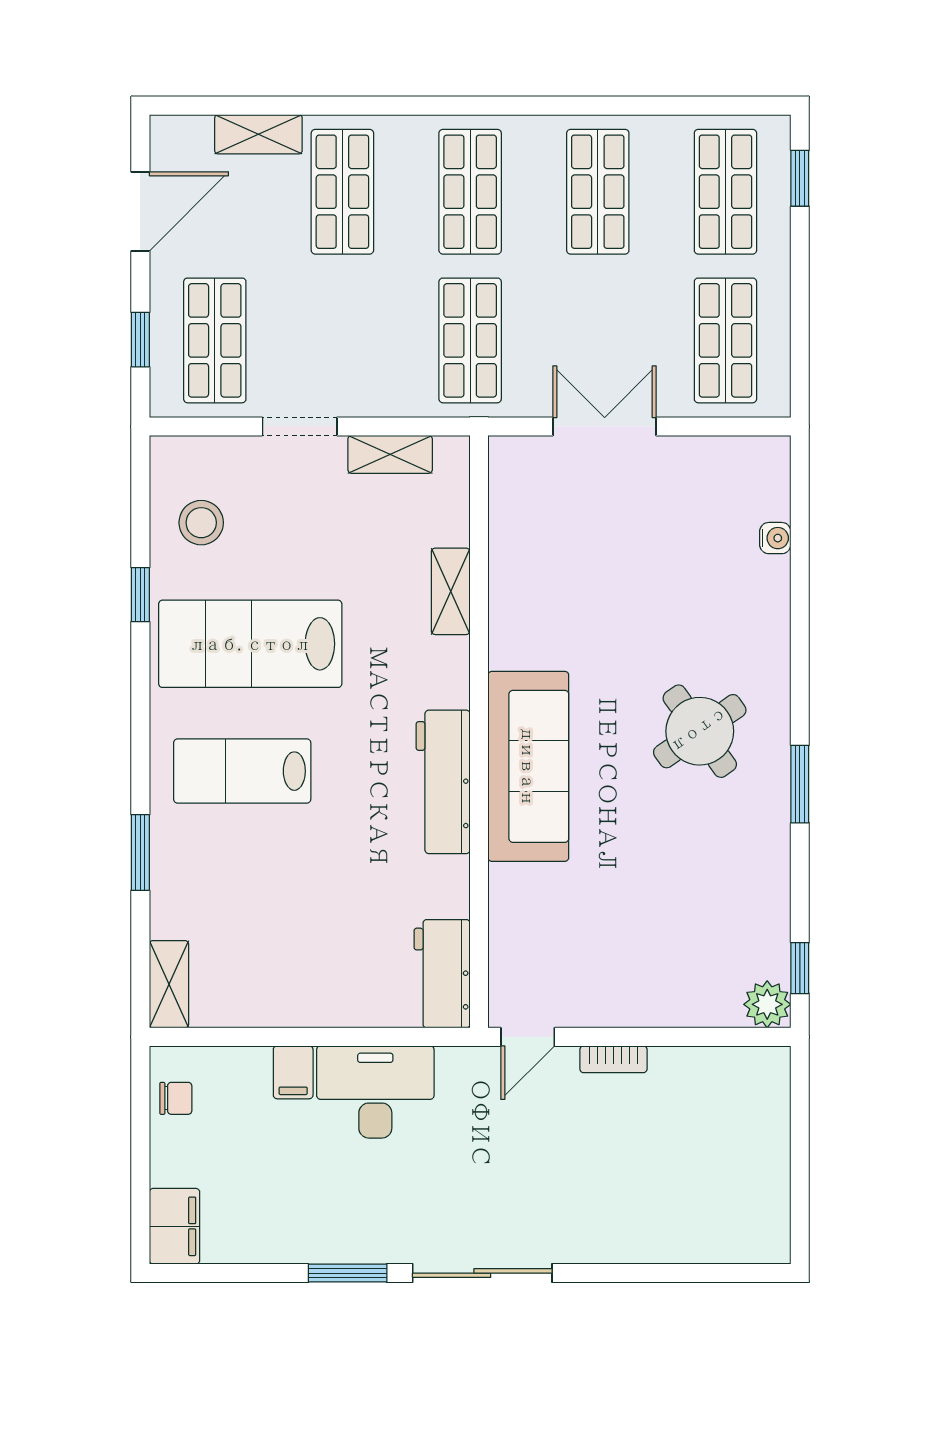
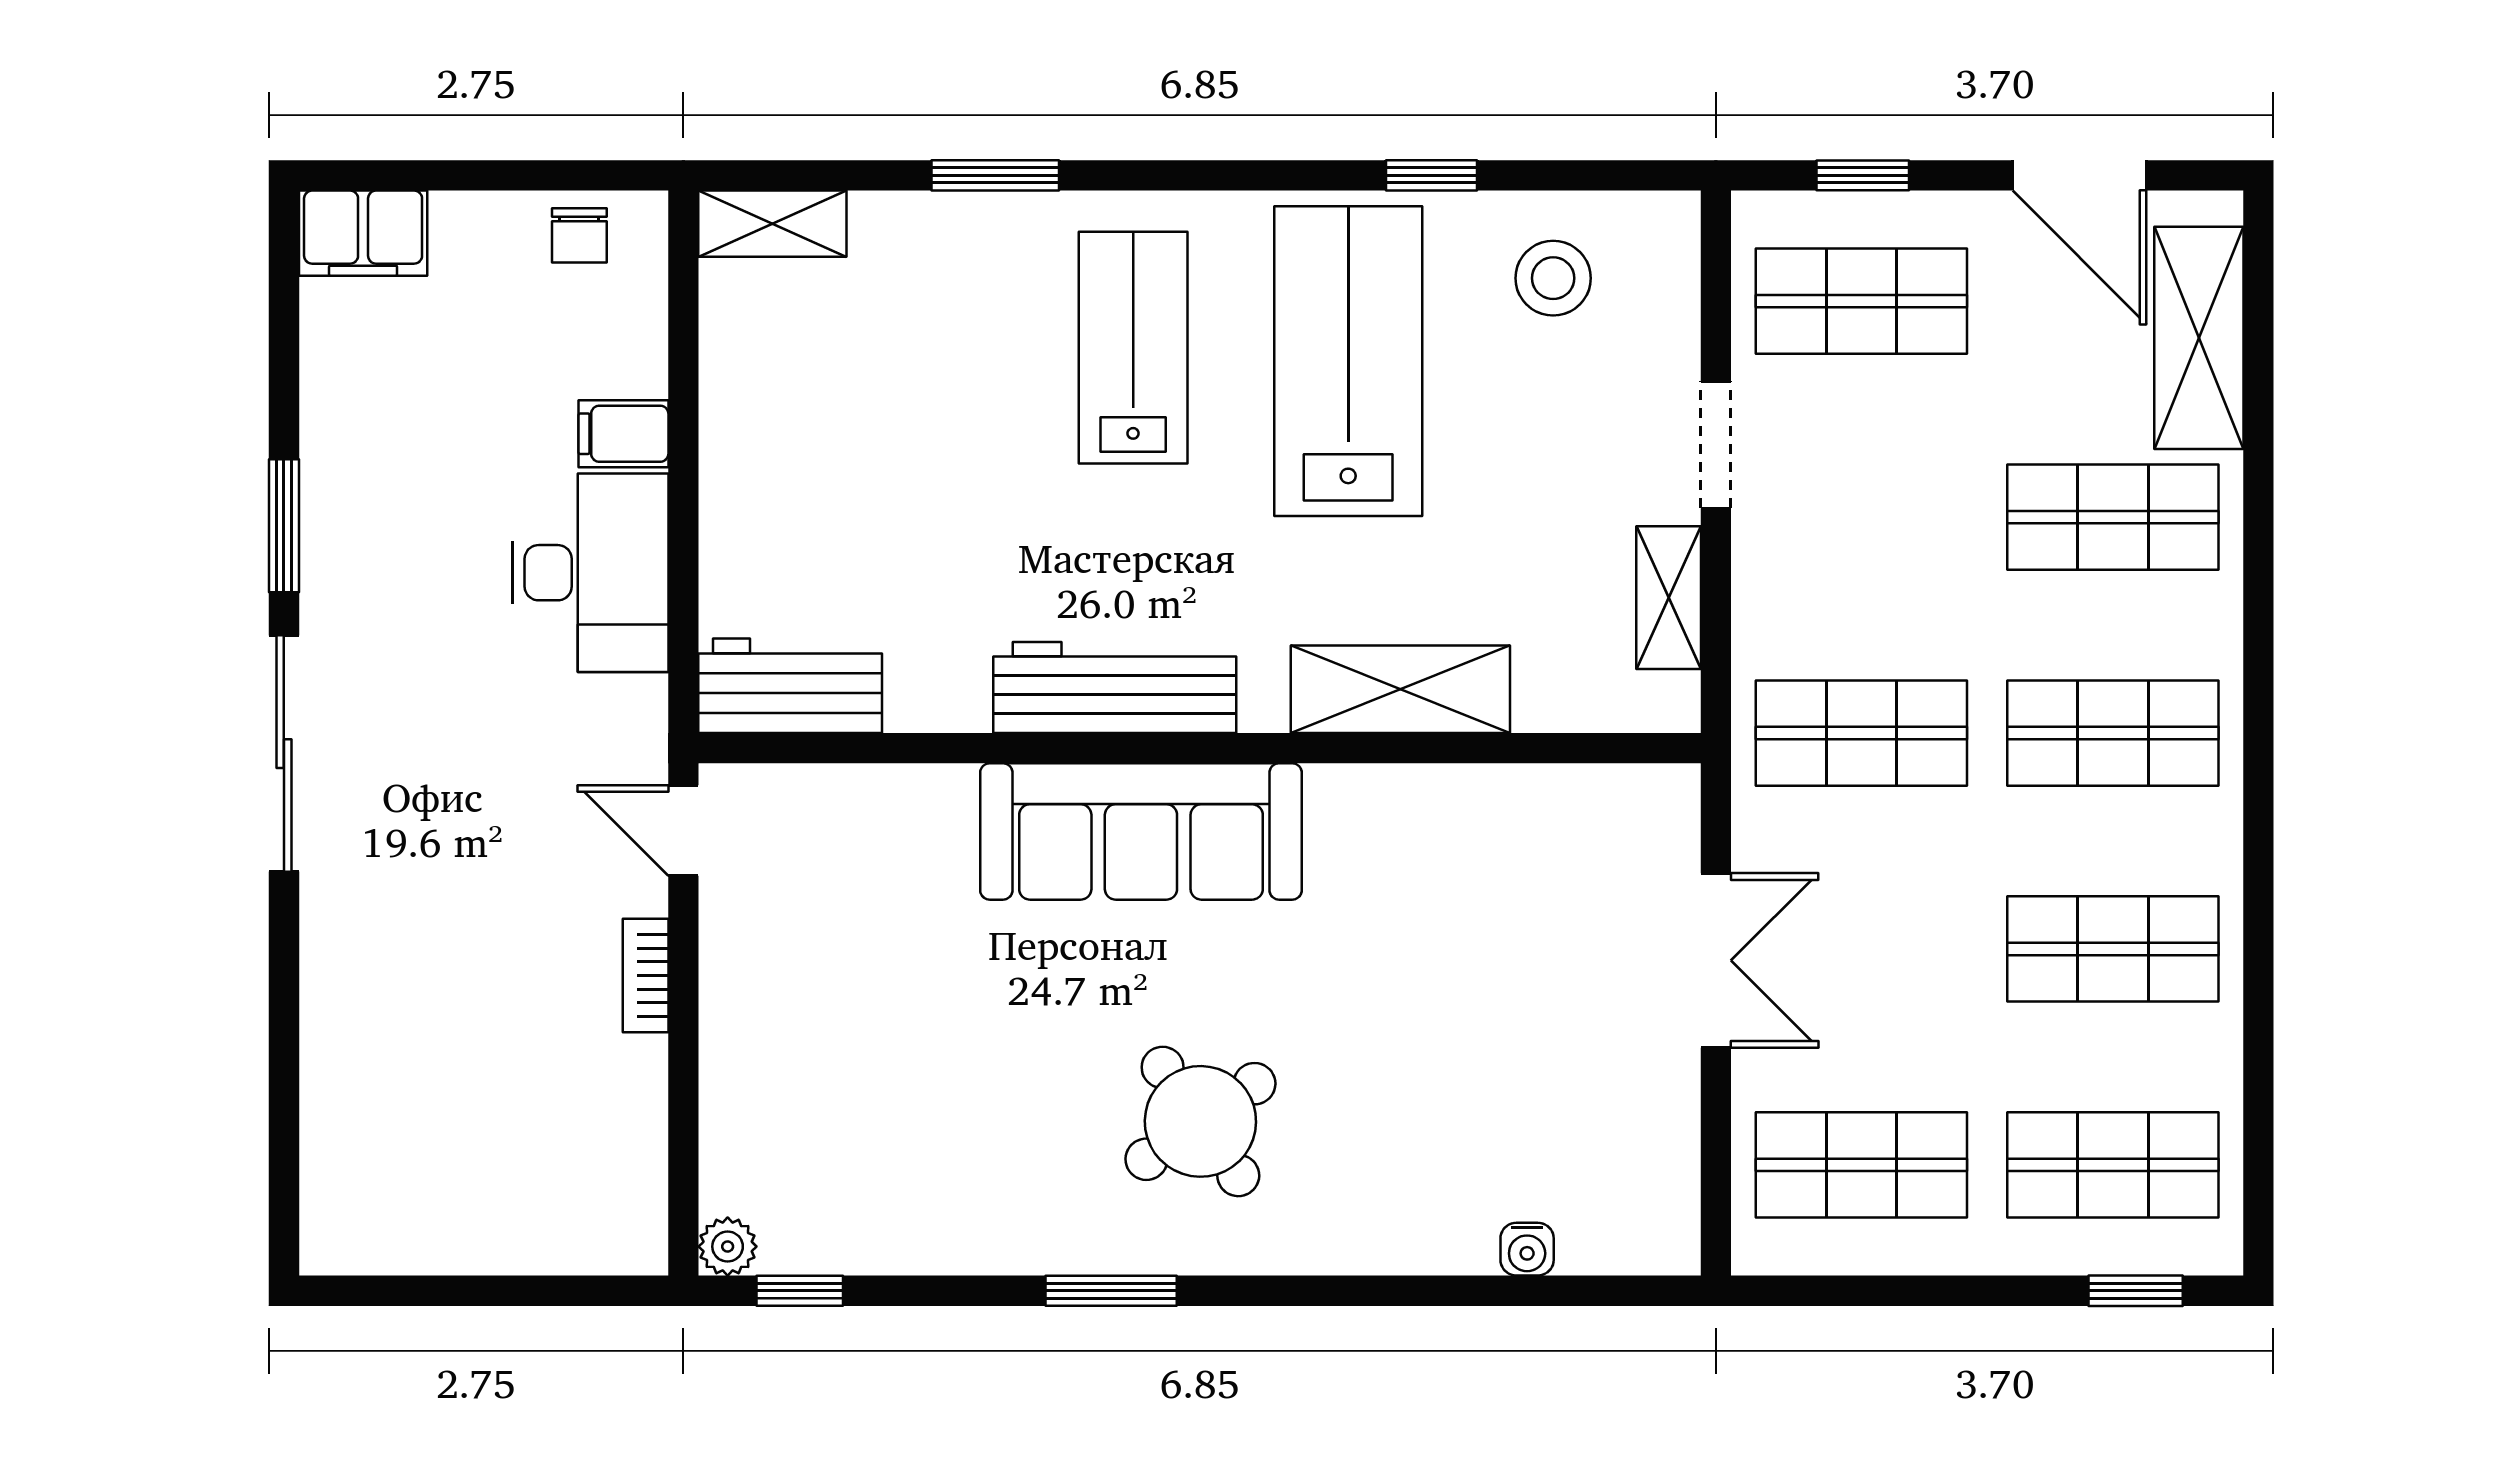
shelving: (258, 134) -> (2199, 338), width x1.50, depth x1.33
shelving: (451, 591) -> (1400, 689), width x1.50, depth x1.33
plant: (767, 1004) -> (728, 1247), width x0.73, depth x0.73

